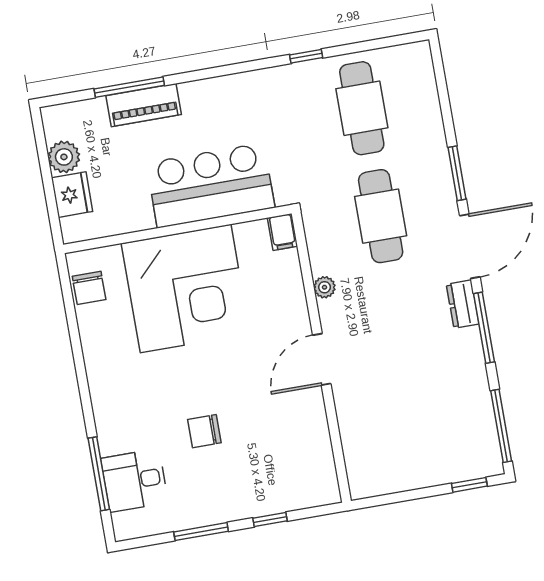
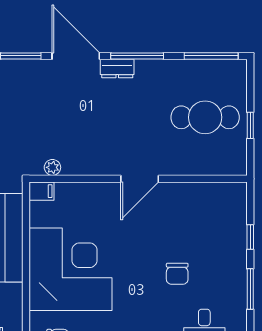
cafe table: (381, 216) -> (205, 117), moved
plant: (325, 287) -> (52, 167), moved
door: (322, 359) -> (140, 179), hinge flipped
window: (469, 485) -> (250, 125), moved

